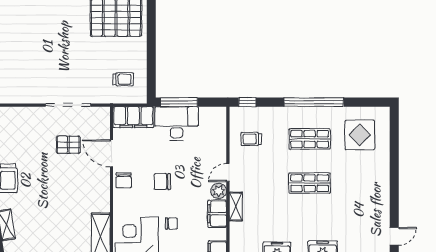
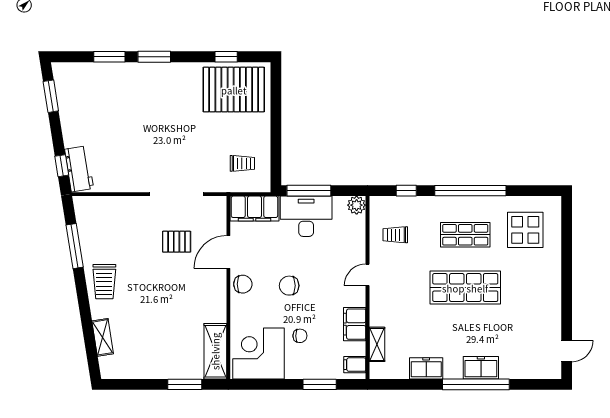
window: (247, 102) -> (406, 191), moved
door: (112, 153) -> (228, 252), hinge flipped
chair: (124, 180) -> (243, 284), turned -90
shop shelf: (310, 183) -> (465, 288), width x1.43, depth x1.36
plant: (219, 191) -> (357, 205), moved
shelving: (236, 206) -> (377, 344), moved

